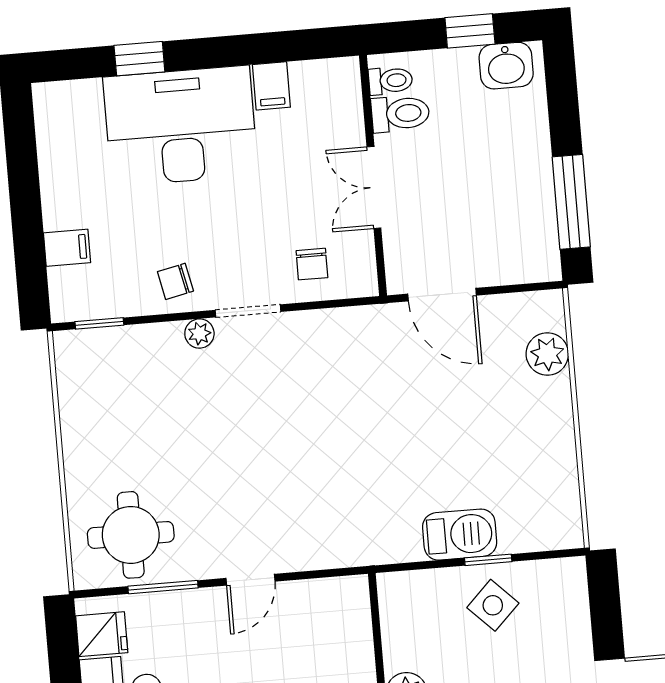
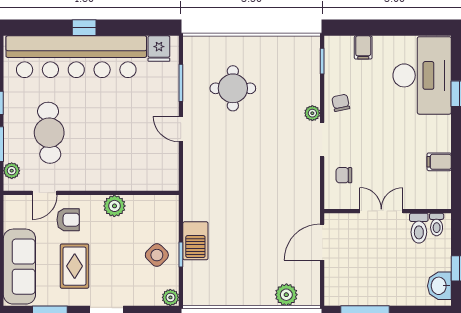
desk: (181, 126) -> (422, 75), moved
round table: (131, 535) -> (233, 88), moved
plant: (571, 573) -> (170, 297), added

